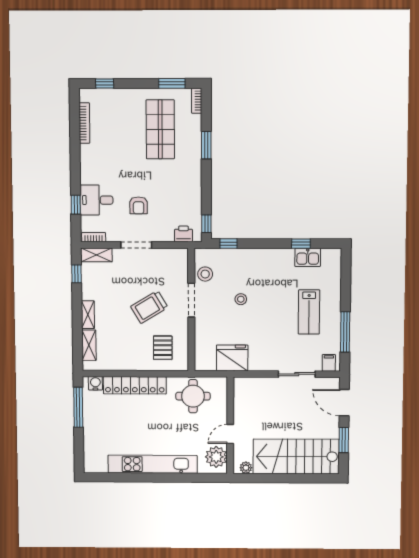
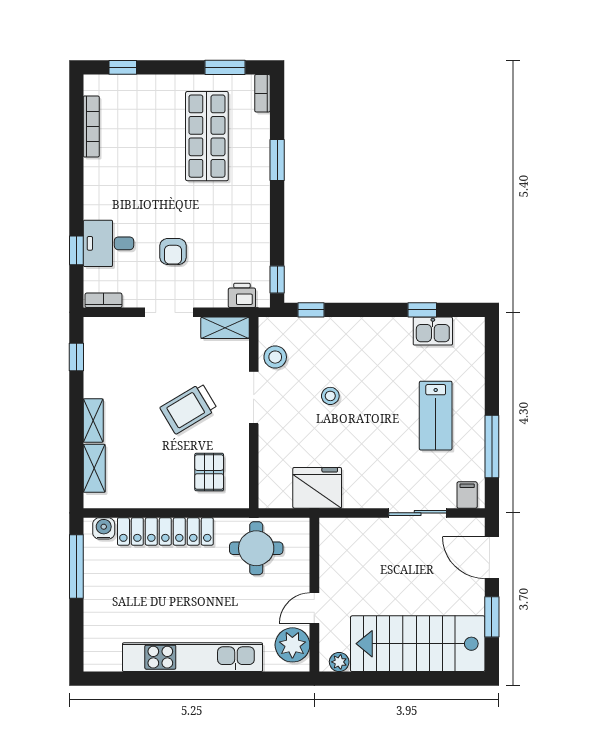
shelving: (96, 255) -> (225, 328), moved

